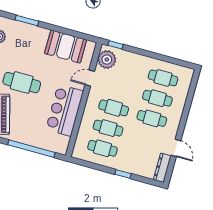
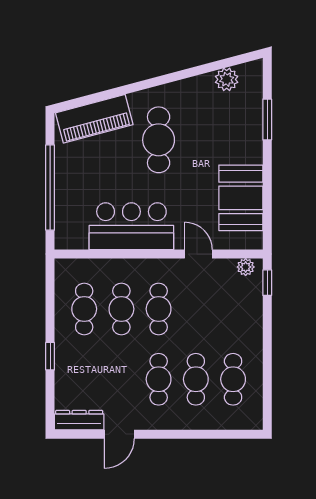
plant: (107, 60) -> (246, 267), width x0.53, depth x0.53

